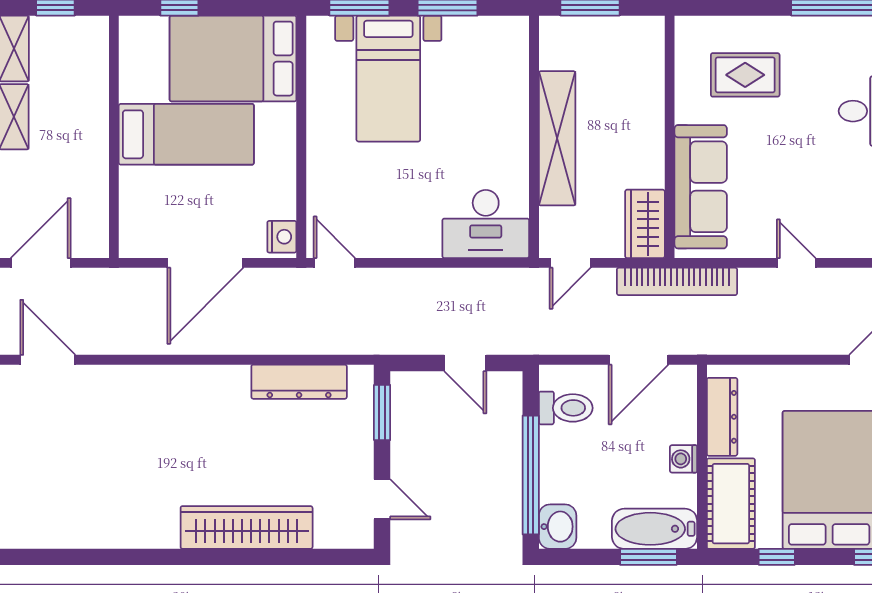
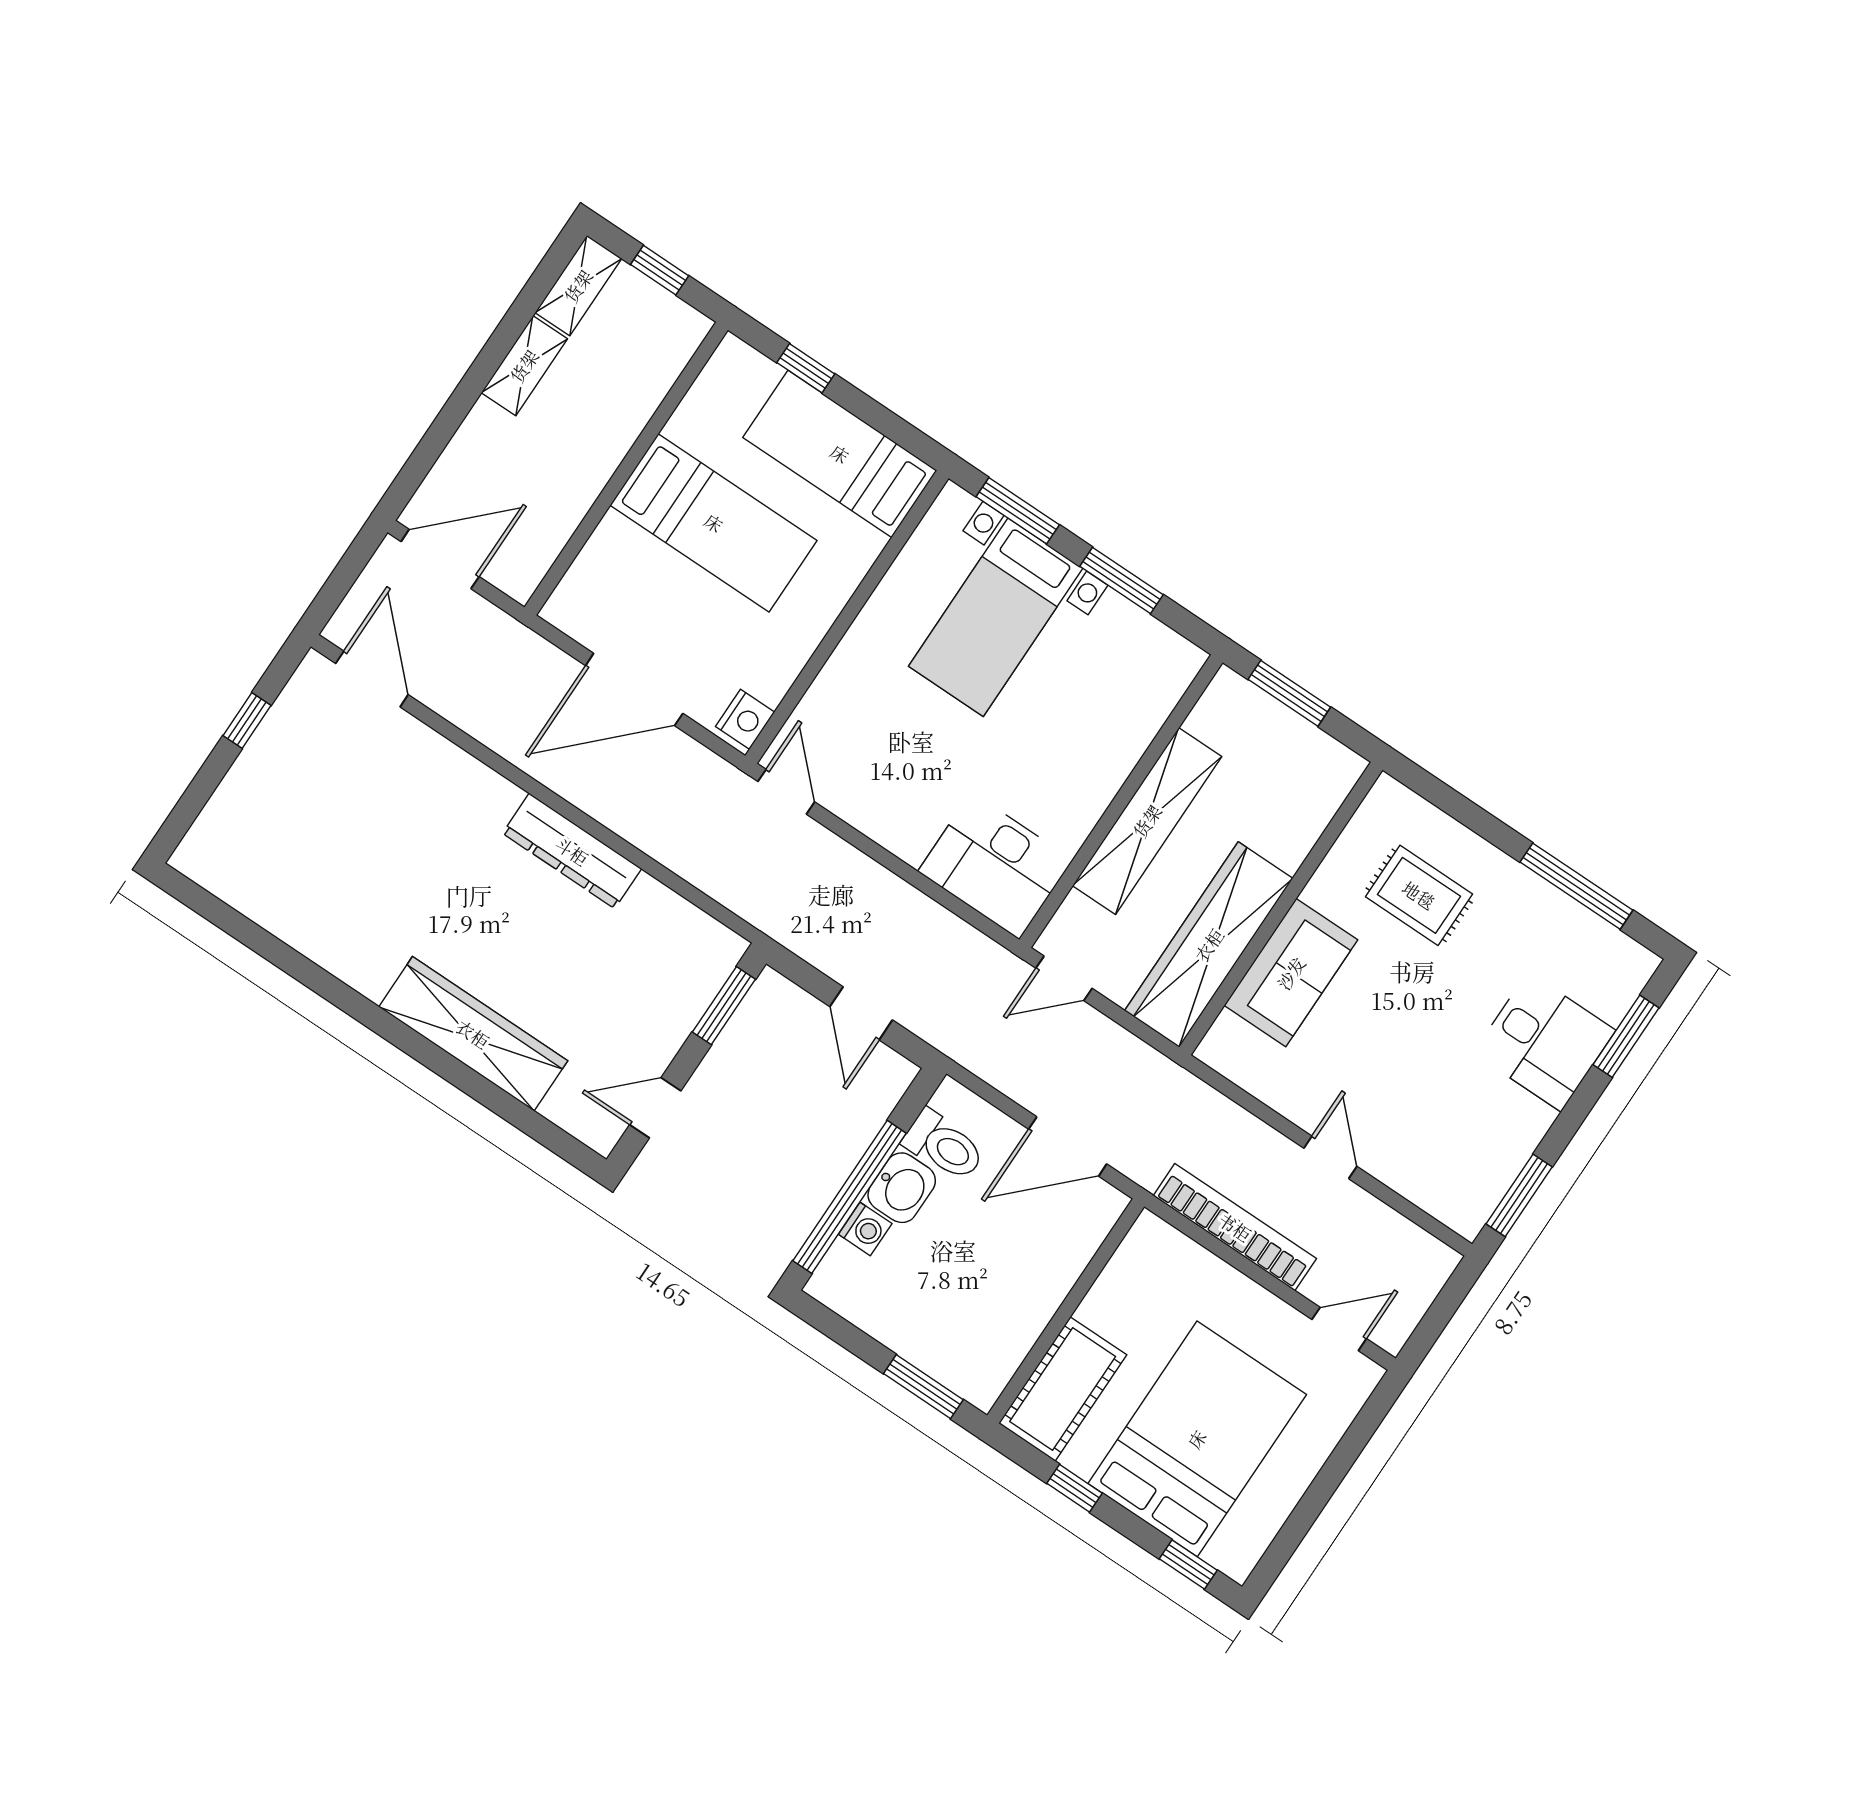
bed: (233, 59) -> (840, 454), width x0.67
sofa: (701, 187) -> (1291, 973), width x0.73
wardrobe: (645, 224) -> (1209, 945), width x2.10, depth x1.17
bookcase: (677, 281) -> (1235, 1227), moved, turned 180
dresser: (299, 382) -> (572, 851), moved
dresser: (722, 417) -> (1121, 1280), removed
washing machine: (683, 459) -> (865, 1229), moved, turned 180
door: (382, 499) -> (655, 1108), swing flipped
washbasin: (558, 527) -> (902, 1188), moved
bathtub: (655, 529) -> (953, 1358), removed

